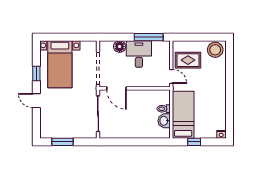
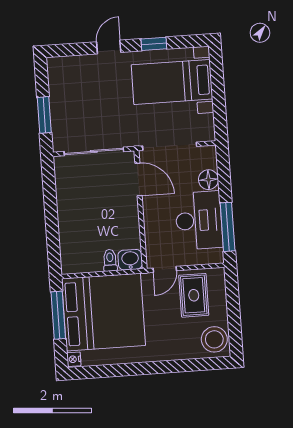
desk: (139, 54) -> (199, 220), width x1.37
door: (117, 88) -> (138, 179), swing flipped
bed: (183, 115) -> (104, 312), width x2.04
washbasin: (164, 121) -> (130, 260), moved
window: (63, 142) -> (44, 115), moved
window: (194, 142) -> (58, 315), width x2.17

